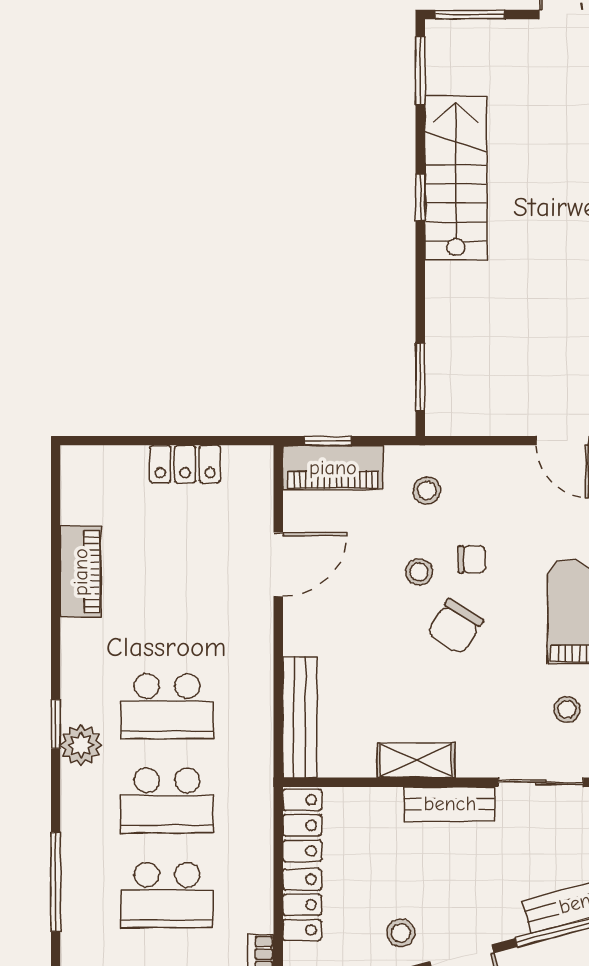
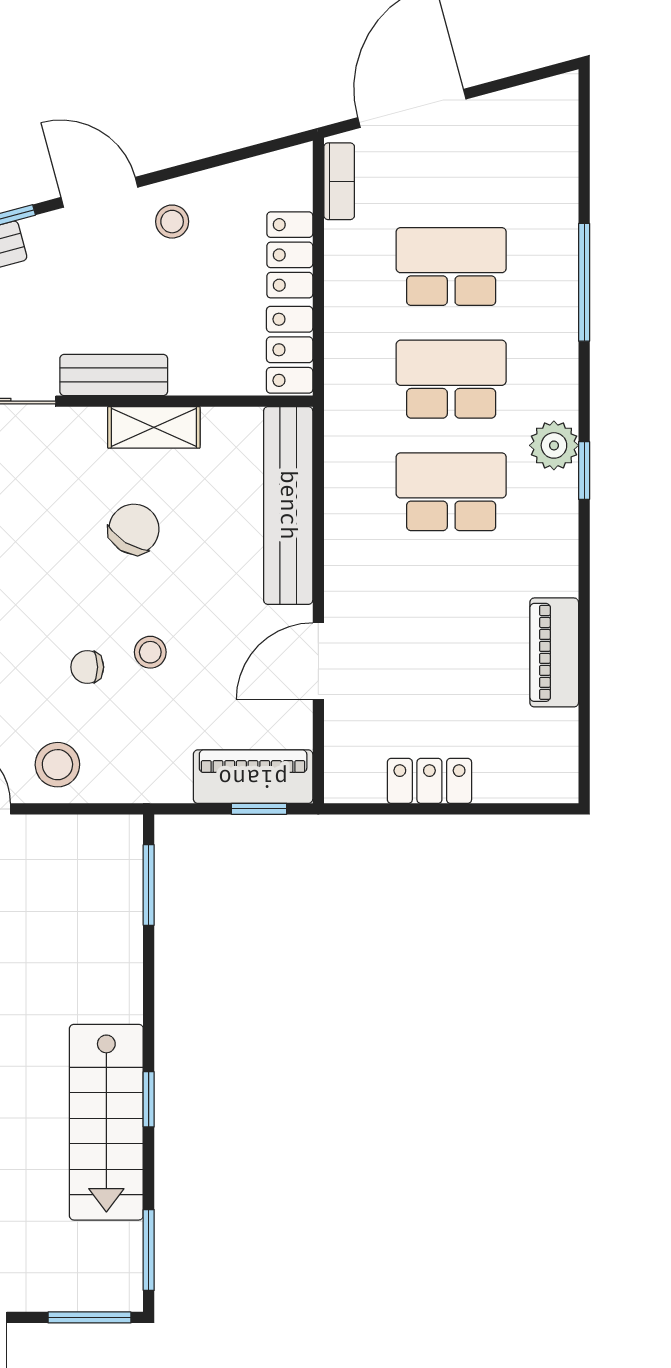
stool: (427, 490) -> (57, 765), moved, width x1.37, depth x1.37
chair: (455, 627) -> (134, 529), moved
bench: (300, 717) -> (288, 505), width x1.37, depth x1.21

